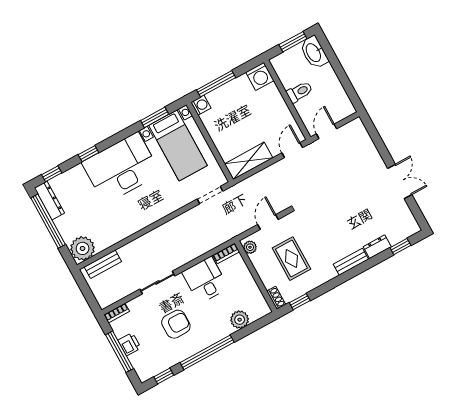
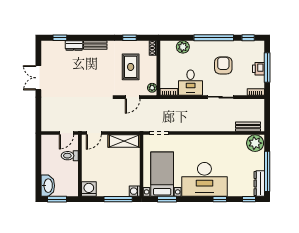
toilet: (300, 92) -> (70, 156), moved
window: (300, 302) -> (129, 38), moved
armchair: (176, 324) -> (223, 65), turned 90

